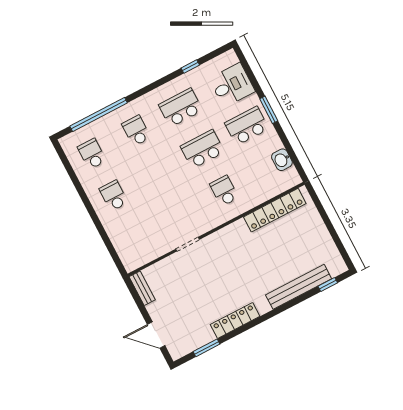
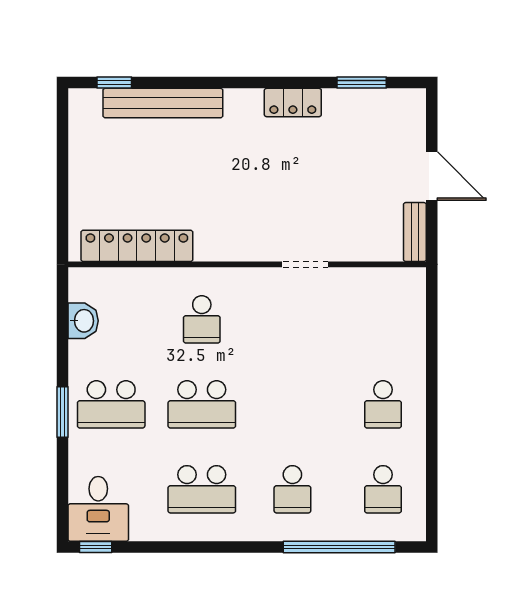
window: (190, 66) -> (96, 547), moved
desk: (232, 85) -> (98, 509), moved, turned -90
locker: (235, 320) -> (293, 102), width x0.66
door: (156, 335) -> (432, 176), moved

